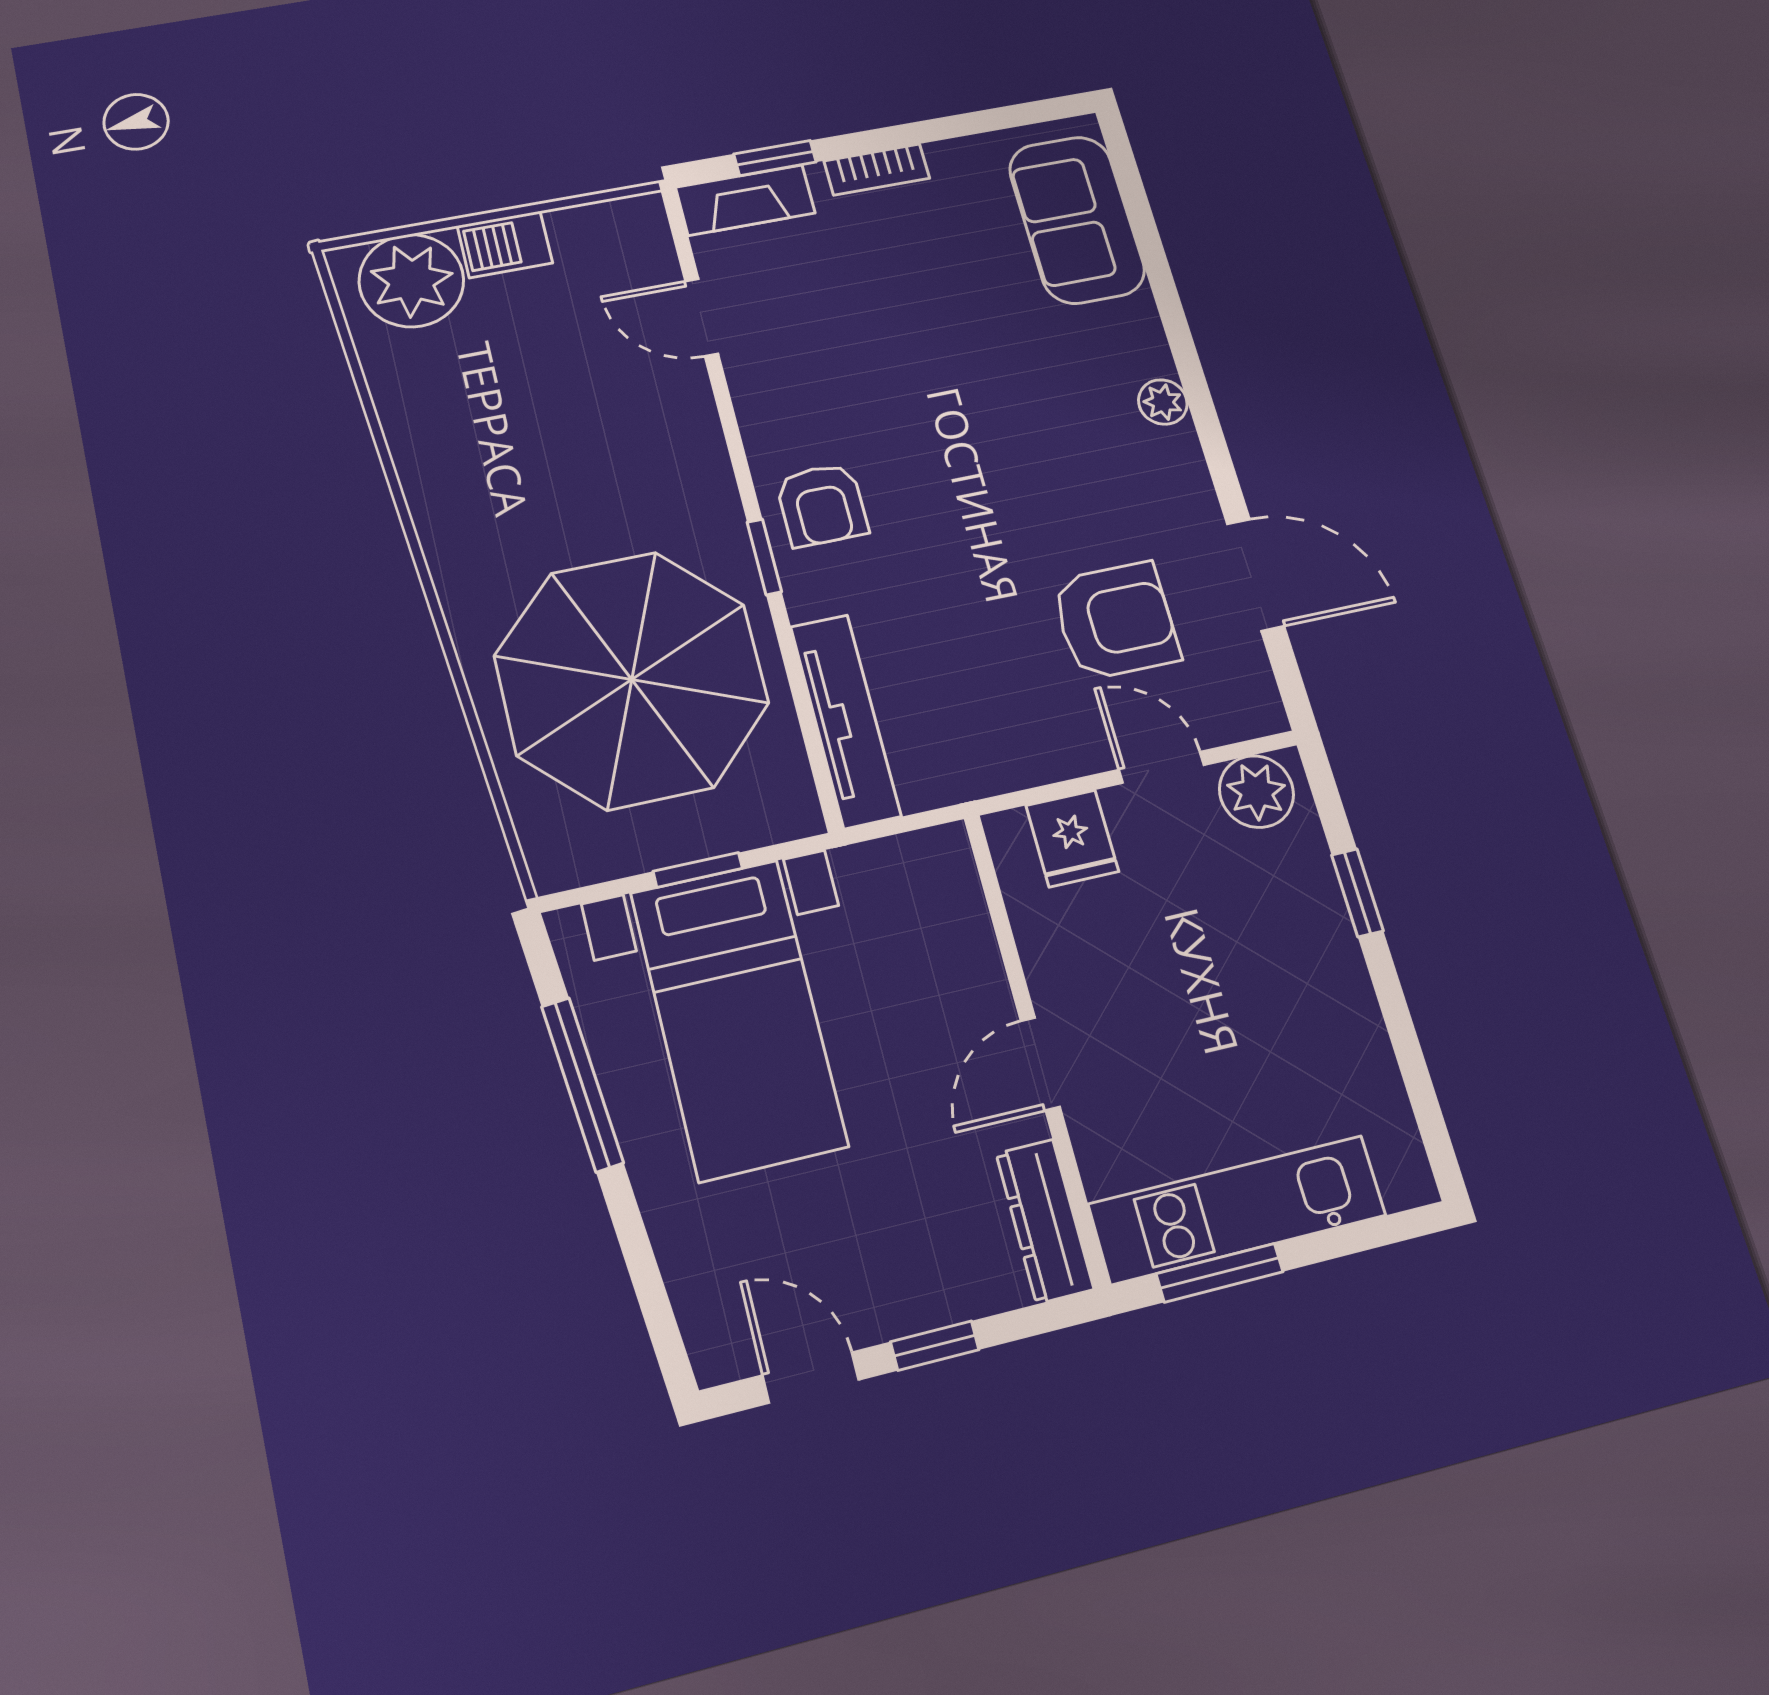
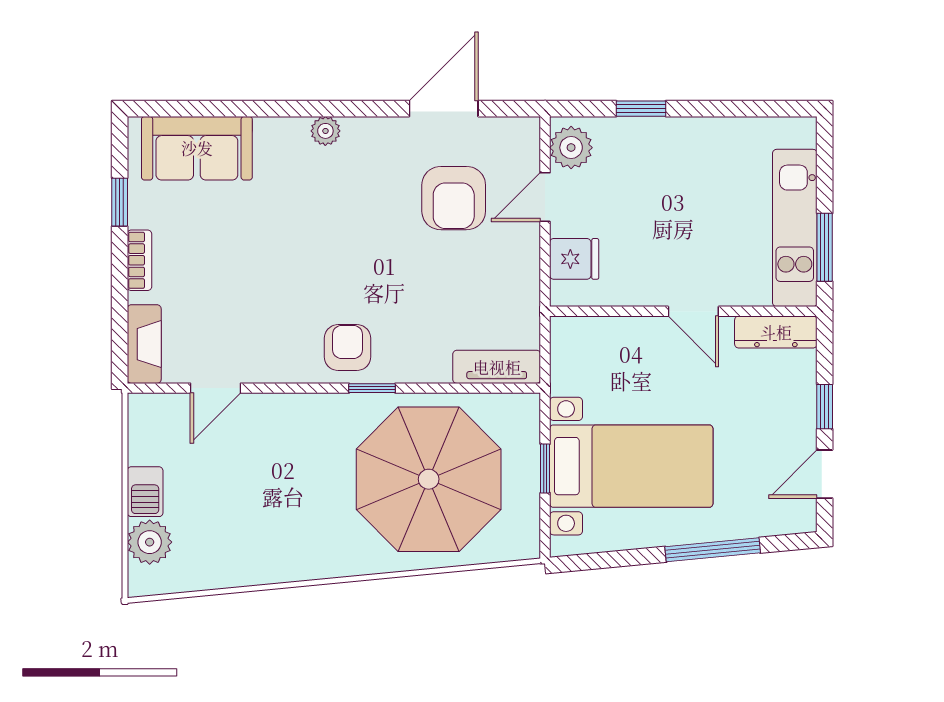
window: (775, 158) -> (120, 202), moved
plant: (411, 281) -> (150, 542), width x0.73, depth x0.73
armchair: (822, 505) -> (347, 348), turned -90
armchair: (1116, 621) -> (454, 198), turned 180
tv unit: (846, 721) -> (497, 367), width x0.71
window: (582, 1084) -> (713, 550), moved

